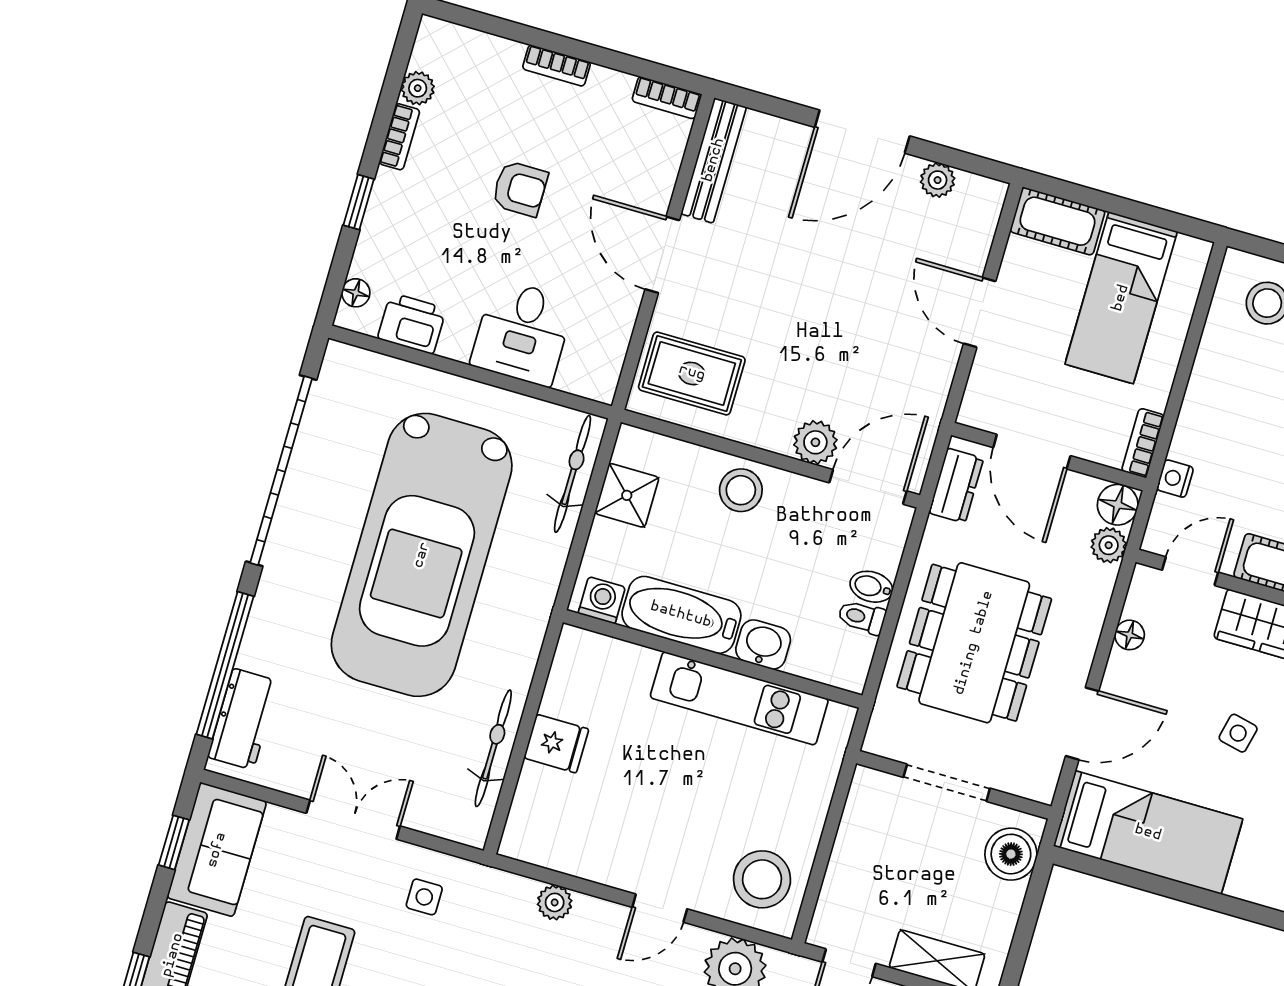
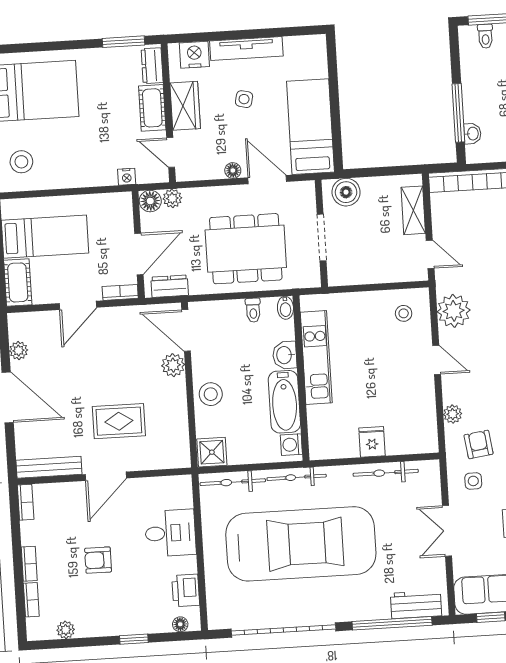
bookcase: (399, 137) -> (31, 600), moved, turned 90
armchair: (520, 189) -> (98, 560), turned -90
rug: (692, 373) -> (119, 421), moved, turned 90
bookcase: (1143, 443) -> (120, 292), moved, turned 180
shower: (627, 495) -> (212, 452), moved
bidet: (871, 587) -> (285, 308), moved
bicycle: (541, 589) -> (297, 477), added
floor lamp: (1130, 635) -> (233, 170), moved
stool: (762, 879) -> (404, 313), width x0.53, depth x0.53
armchair: (485, 929) -> (479, 444), added

